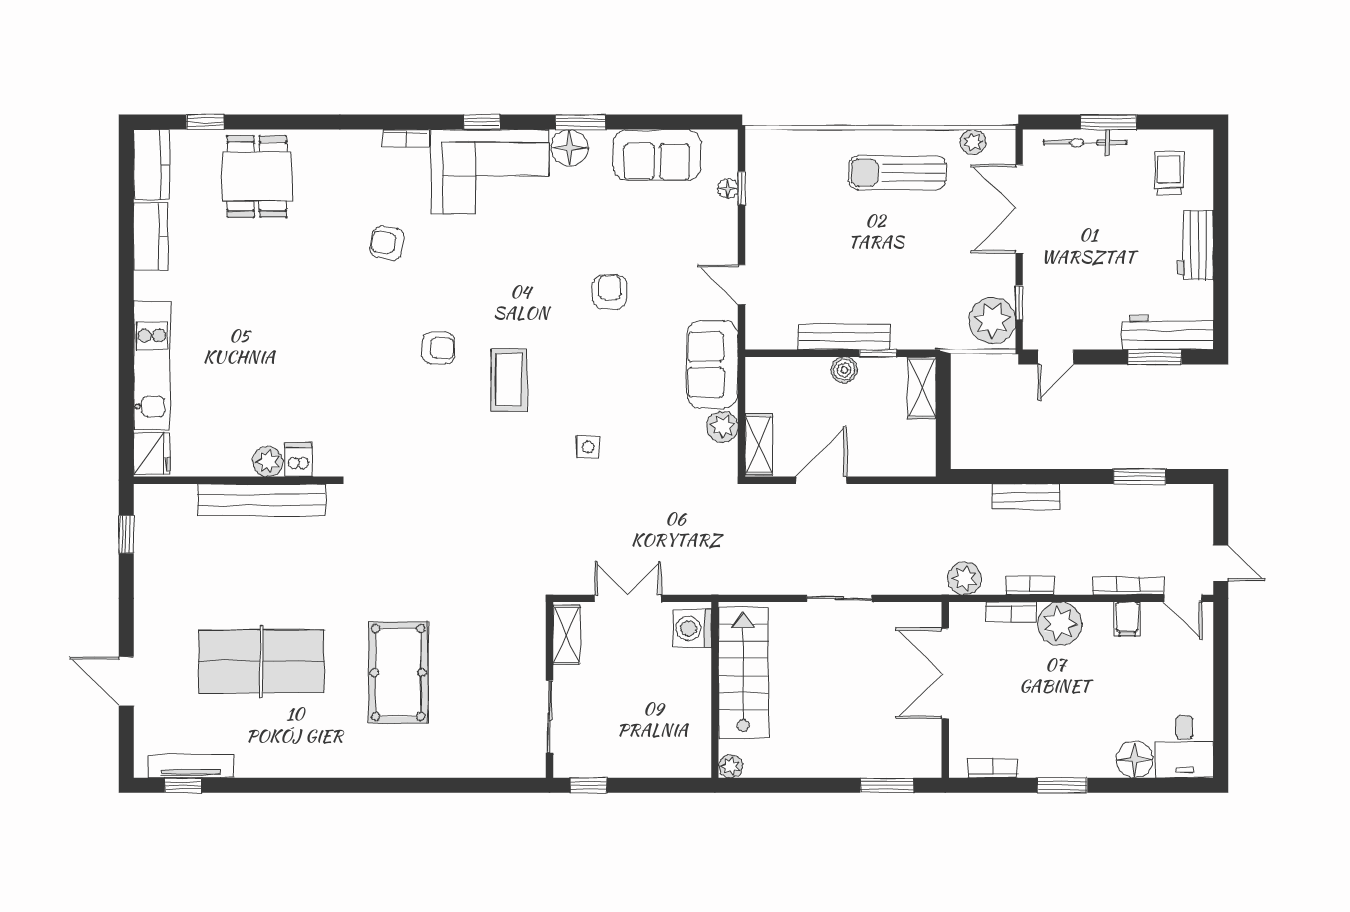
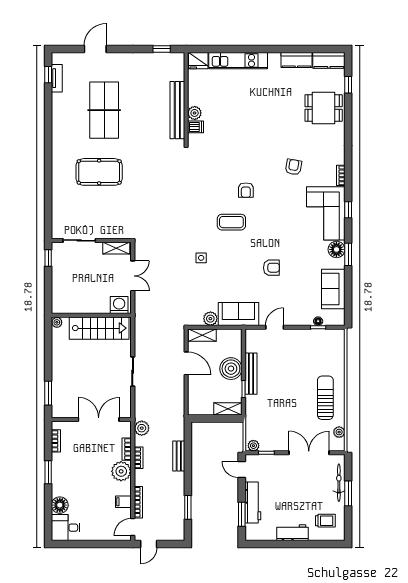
plant: (992, 321) -> (253, 446), width x0.53, depth x0.53
workbench: (1168, 333) -> (253, 503), moved
boiler: (844, 370) -> (231, 369), width x1.86, depth x1.86
tv unit: (191, 766) -> (57, 78), width x0.71

